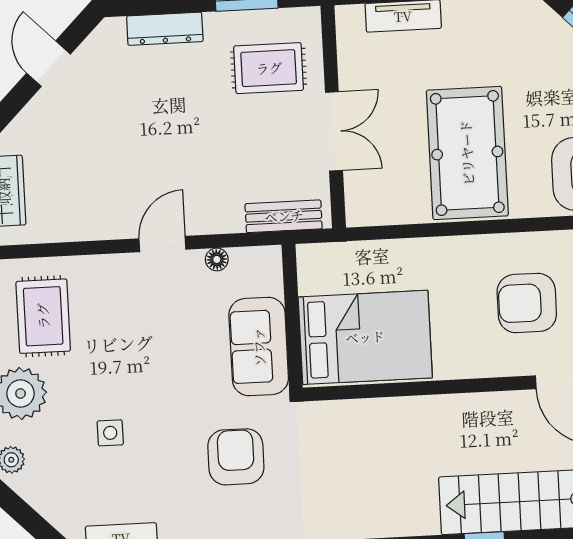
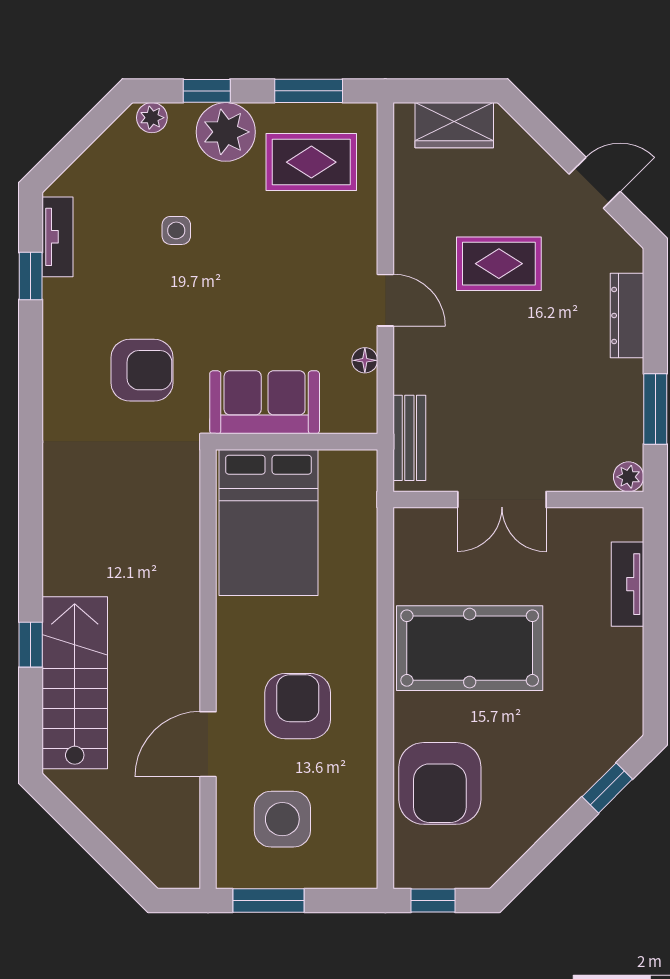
plant: (308, 20) -> (629, 477), added
rug: (269, 68) -> (499, 264), moved, turned 90

